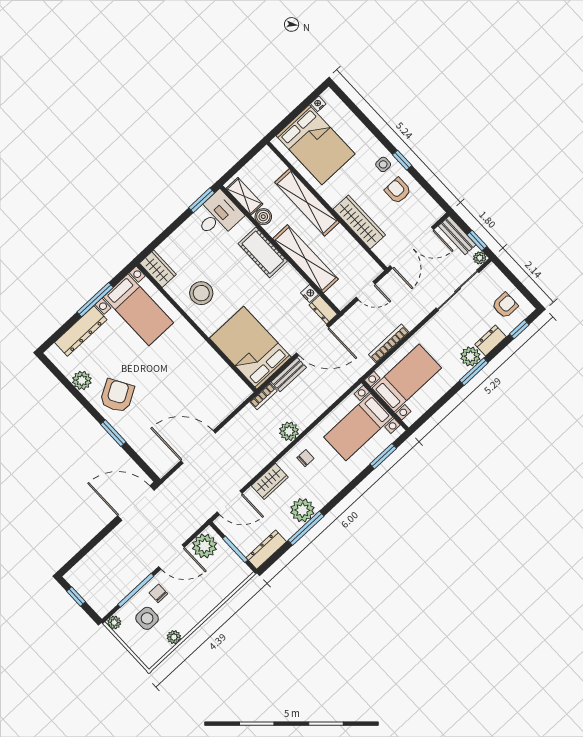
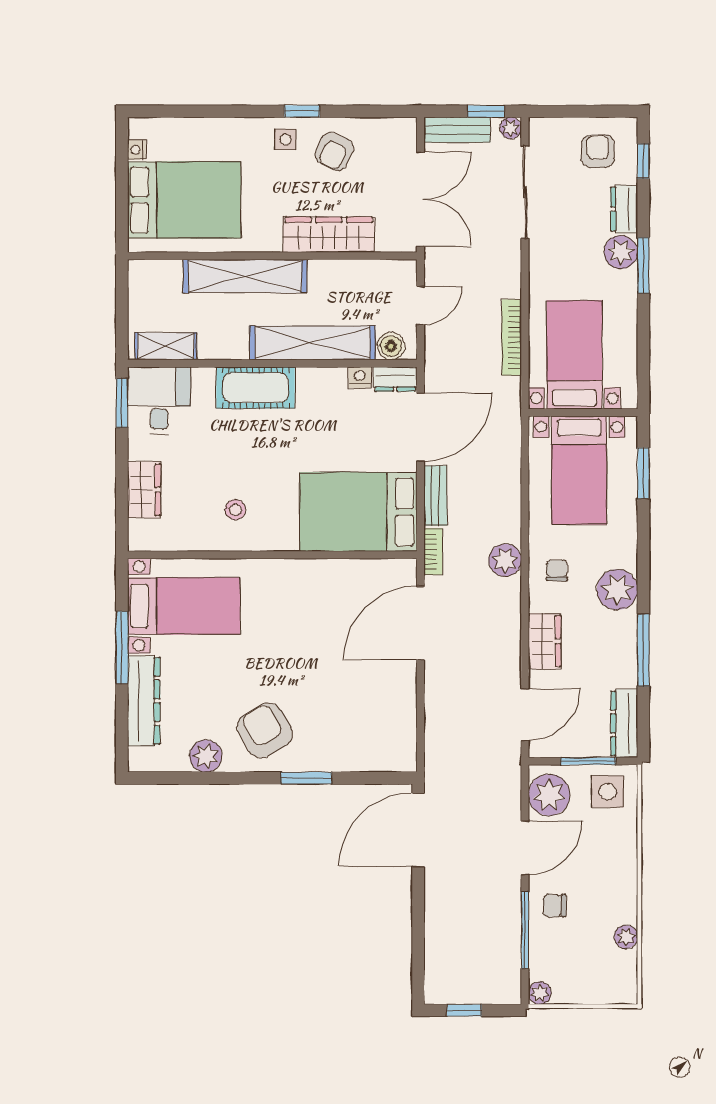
armchair: (398, 191) -> (334, 151), turned -65
boiler: (263, 217) -> (391, 346), moved
wardrobe: (158, 269) -> (144, 490), moved, turned 90
stool: (201, 293) -> (235, 510), width x0.53, depth x0.53
door: (198, 447) -> (420, 623), moved
plant: (302, 510) -> (617, 590), moved
side table: (147, 618) -> (608, 792), moved

